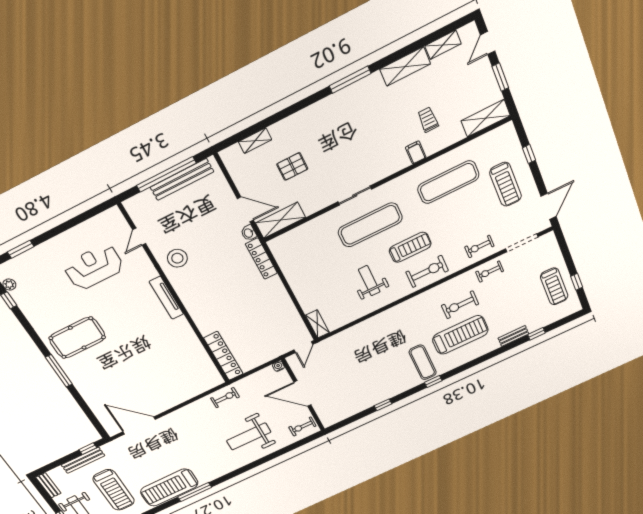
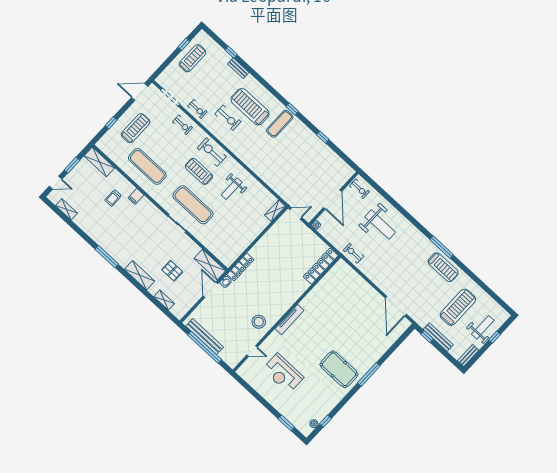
shelving: (405, 67) -> (140, 275), moved
treadmill: (169, 487) -> (443, 267), width x0.73, depth x0.73

